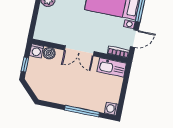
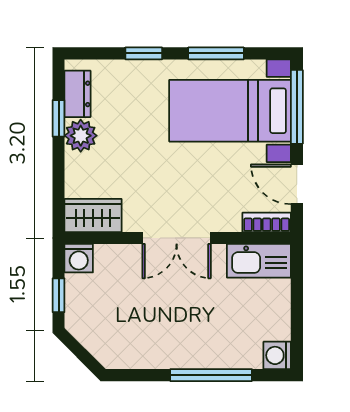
wardrobe: (46, 34) -> (93, 215), added
door: (134, 39) -> (297, 184), swing flipped
boiler: (49, 53) -> (109, 258), removed

